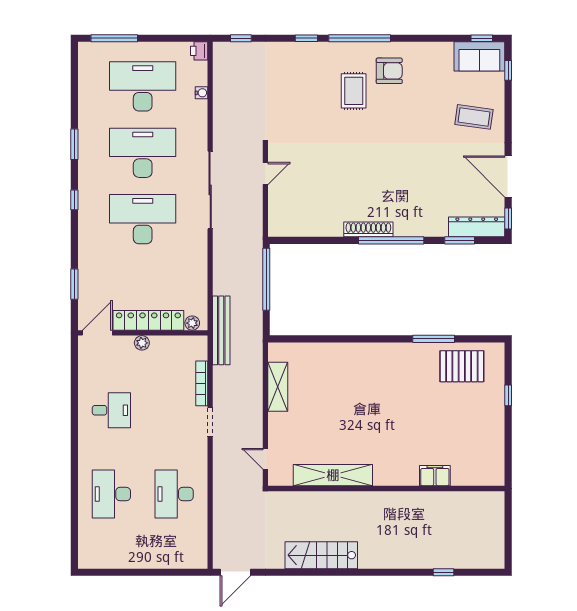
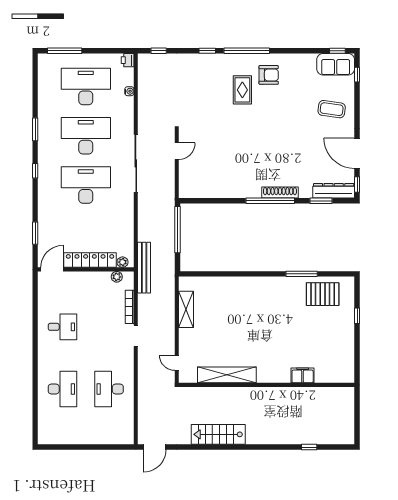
shoe rack: (368, 229) -> (280, 193), moved
plant: (142, 343) -> (117, 277), moved
desk: (111, 494) -> (62, 389), turned 180

